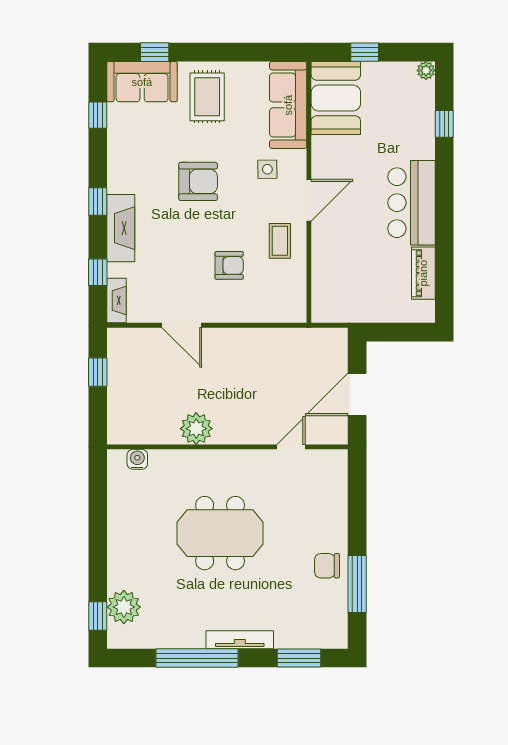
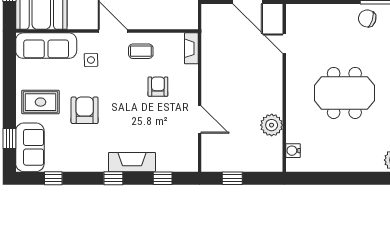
armchair: (198, 181) -> (85, 110), moved
fireplace: (117, 300) -> (191, 48), moved, turned -90
door: (182, 325) -> (200, 120), hinge flipped
plant: (196, 429) -> (272, 125), moved
meeting table: (220, 533) -> (344, 93), turned 90
chair: (327, 566) -> (367, 18), turned 108

